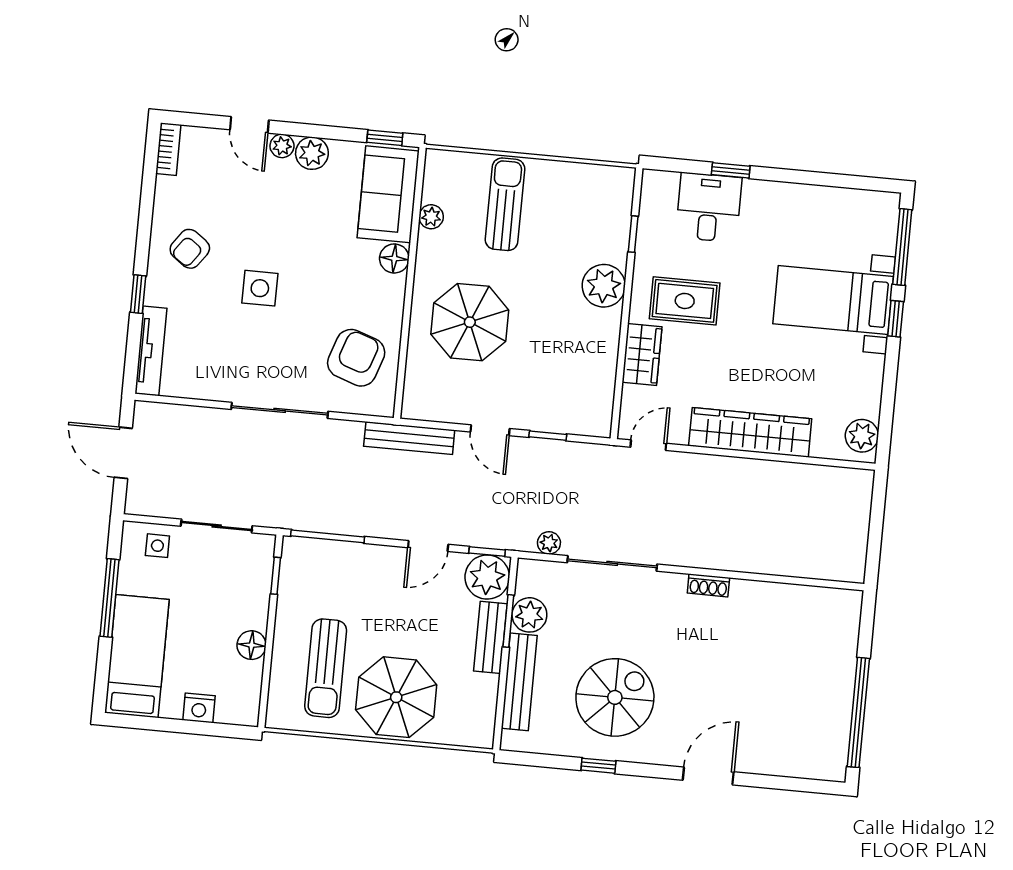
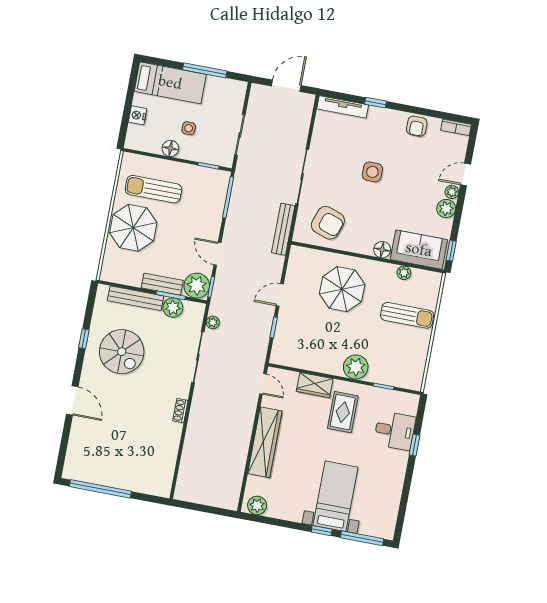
armchair: (190, 249) -> (417, 126), moved, turned -126
bench: (409, 438) -> (283, 229), moved
side table: (157, 546) -> (189, 128), moved

